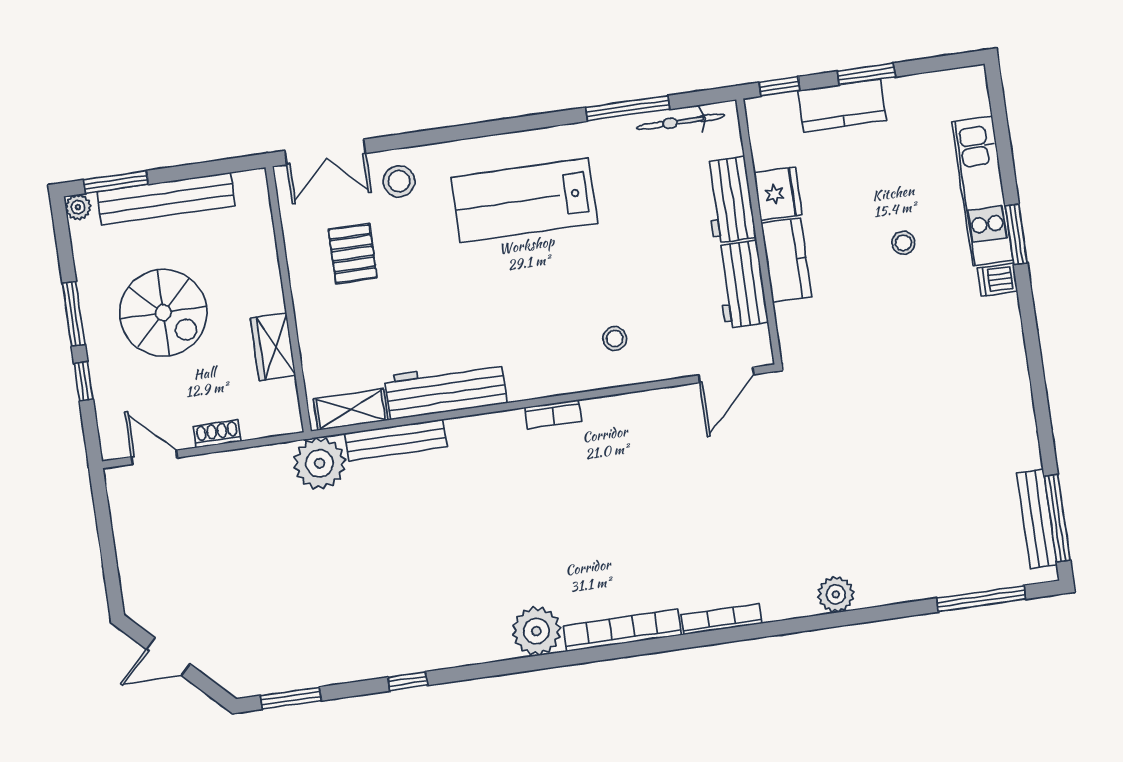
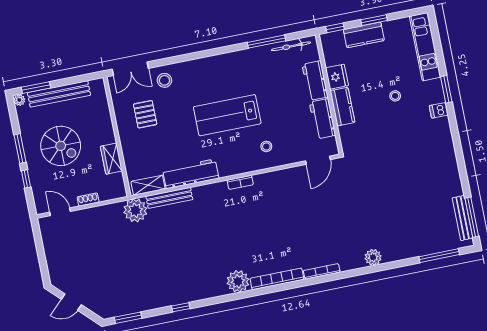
kitchen unit: (983, 191) -> (425, 47), moved
lab bench: (524, 200) -> (227, 115), moved

